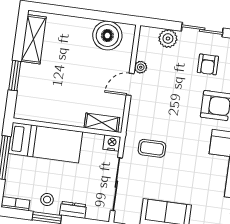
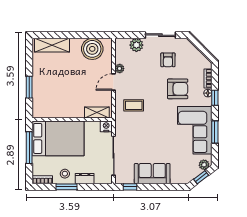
shelving: (34, 39) -> (52, 45), moved, turned 90
bed: (46, 143) -> (58, 138), width x1.50
coffee table: (152, 148) -> (134, 105), moved

